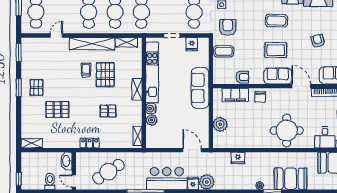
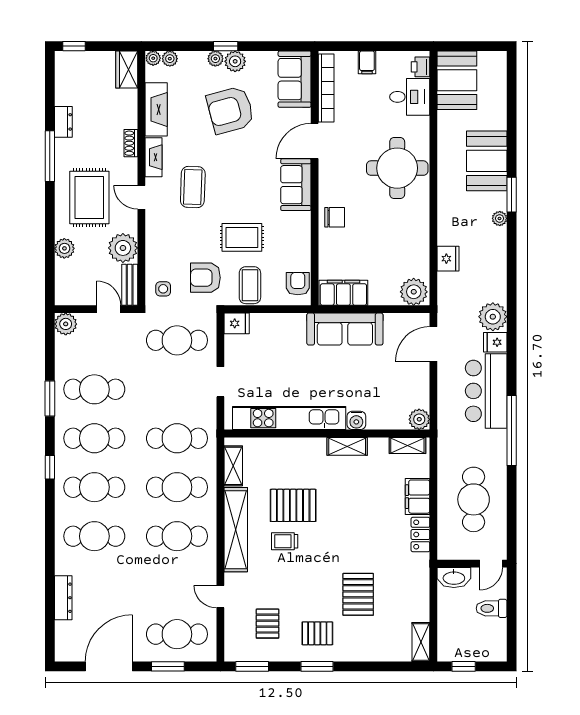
armchair: (318, 41) -> (230, 110), width x1.88, depth x1.88
fridge: (192, 44) -> (237, 323), moved
rug: (276, 50) -> (242, 237), moved, turned 90
armchair: (242, 77) -> (298, 284), moved
sofa: (200, 88) -> (345, 329), moved
shelving: (137, 89) -> (347, 446), moved
filing cabinet: (235, 95) -> (343, 293), moved, turned -90
pallet: (108, 111) -> (268, 624), moved
plant: (152, 120) -> (419, 419), moved
plant: (220, 124) -> (414, 292), moved
filing cabinet: (110, 142) -> (418, 497), added
cafe table: (108, 172) -> (474, 499), turned 33
window: (19, 179) -> (464, 666), moved

